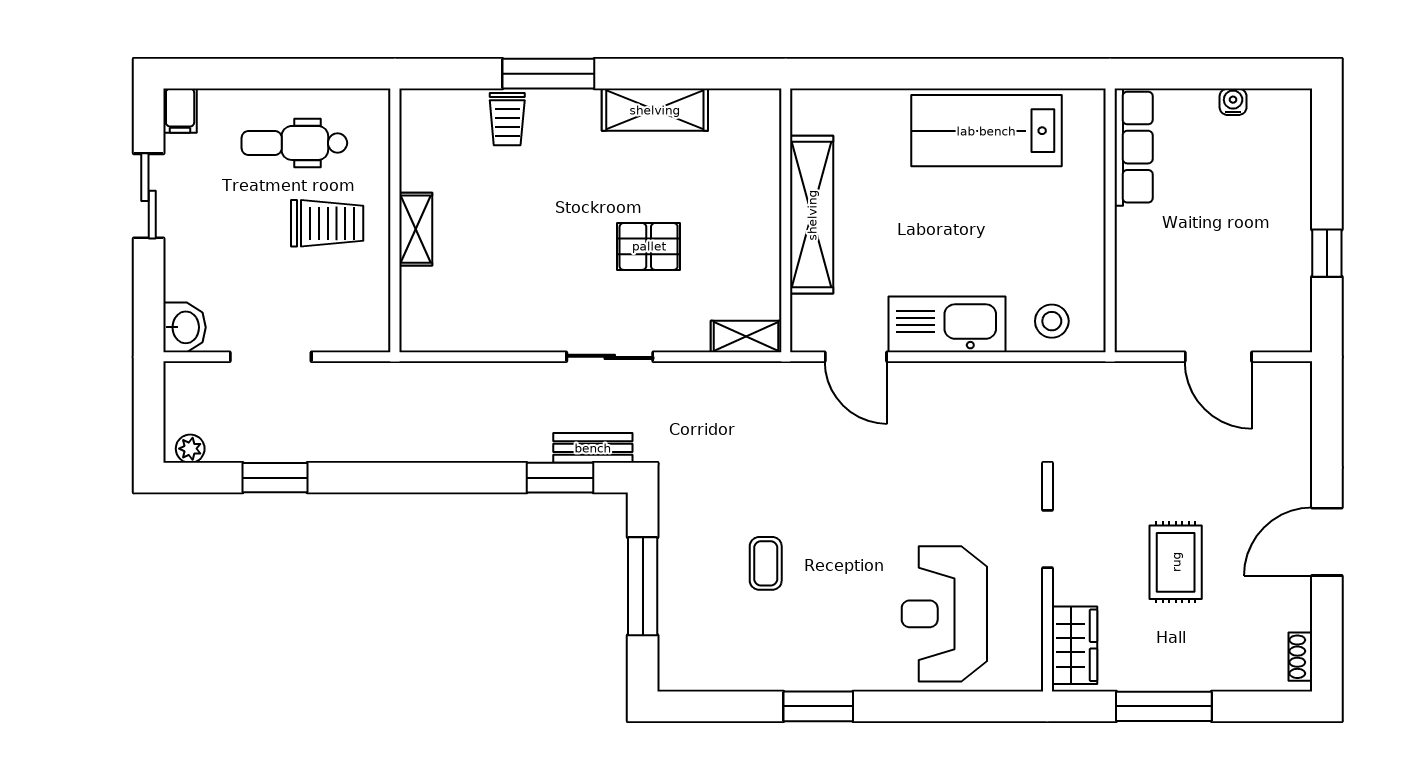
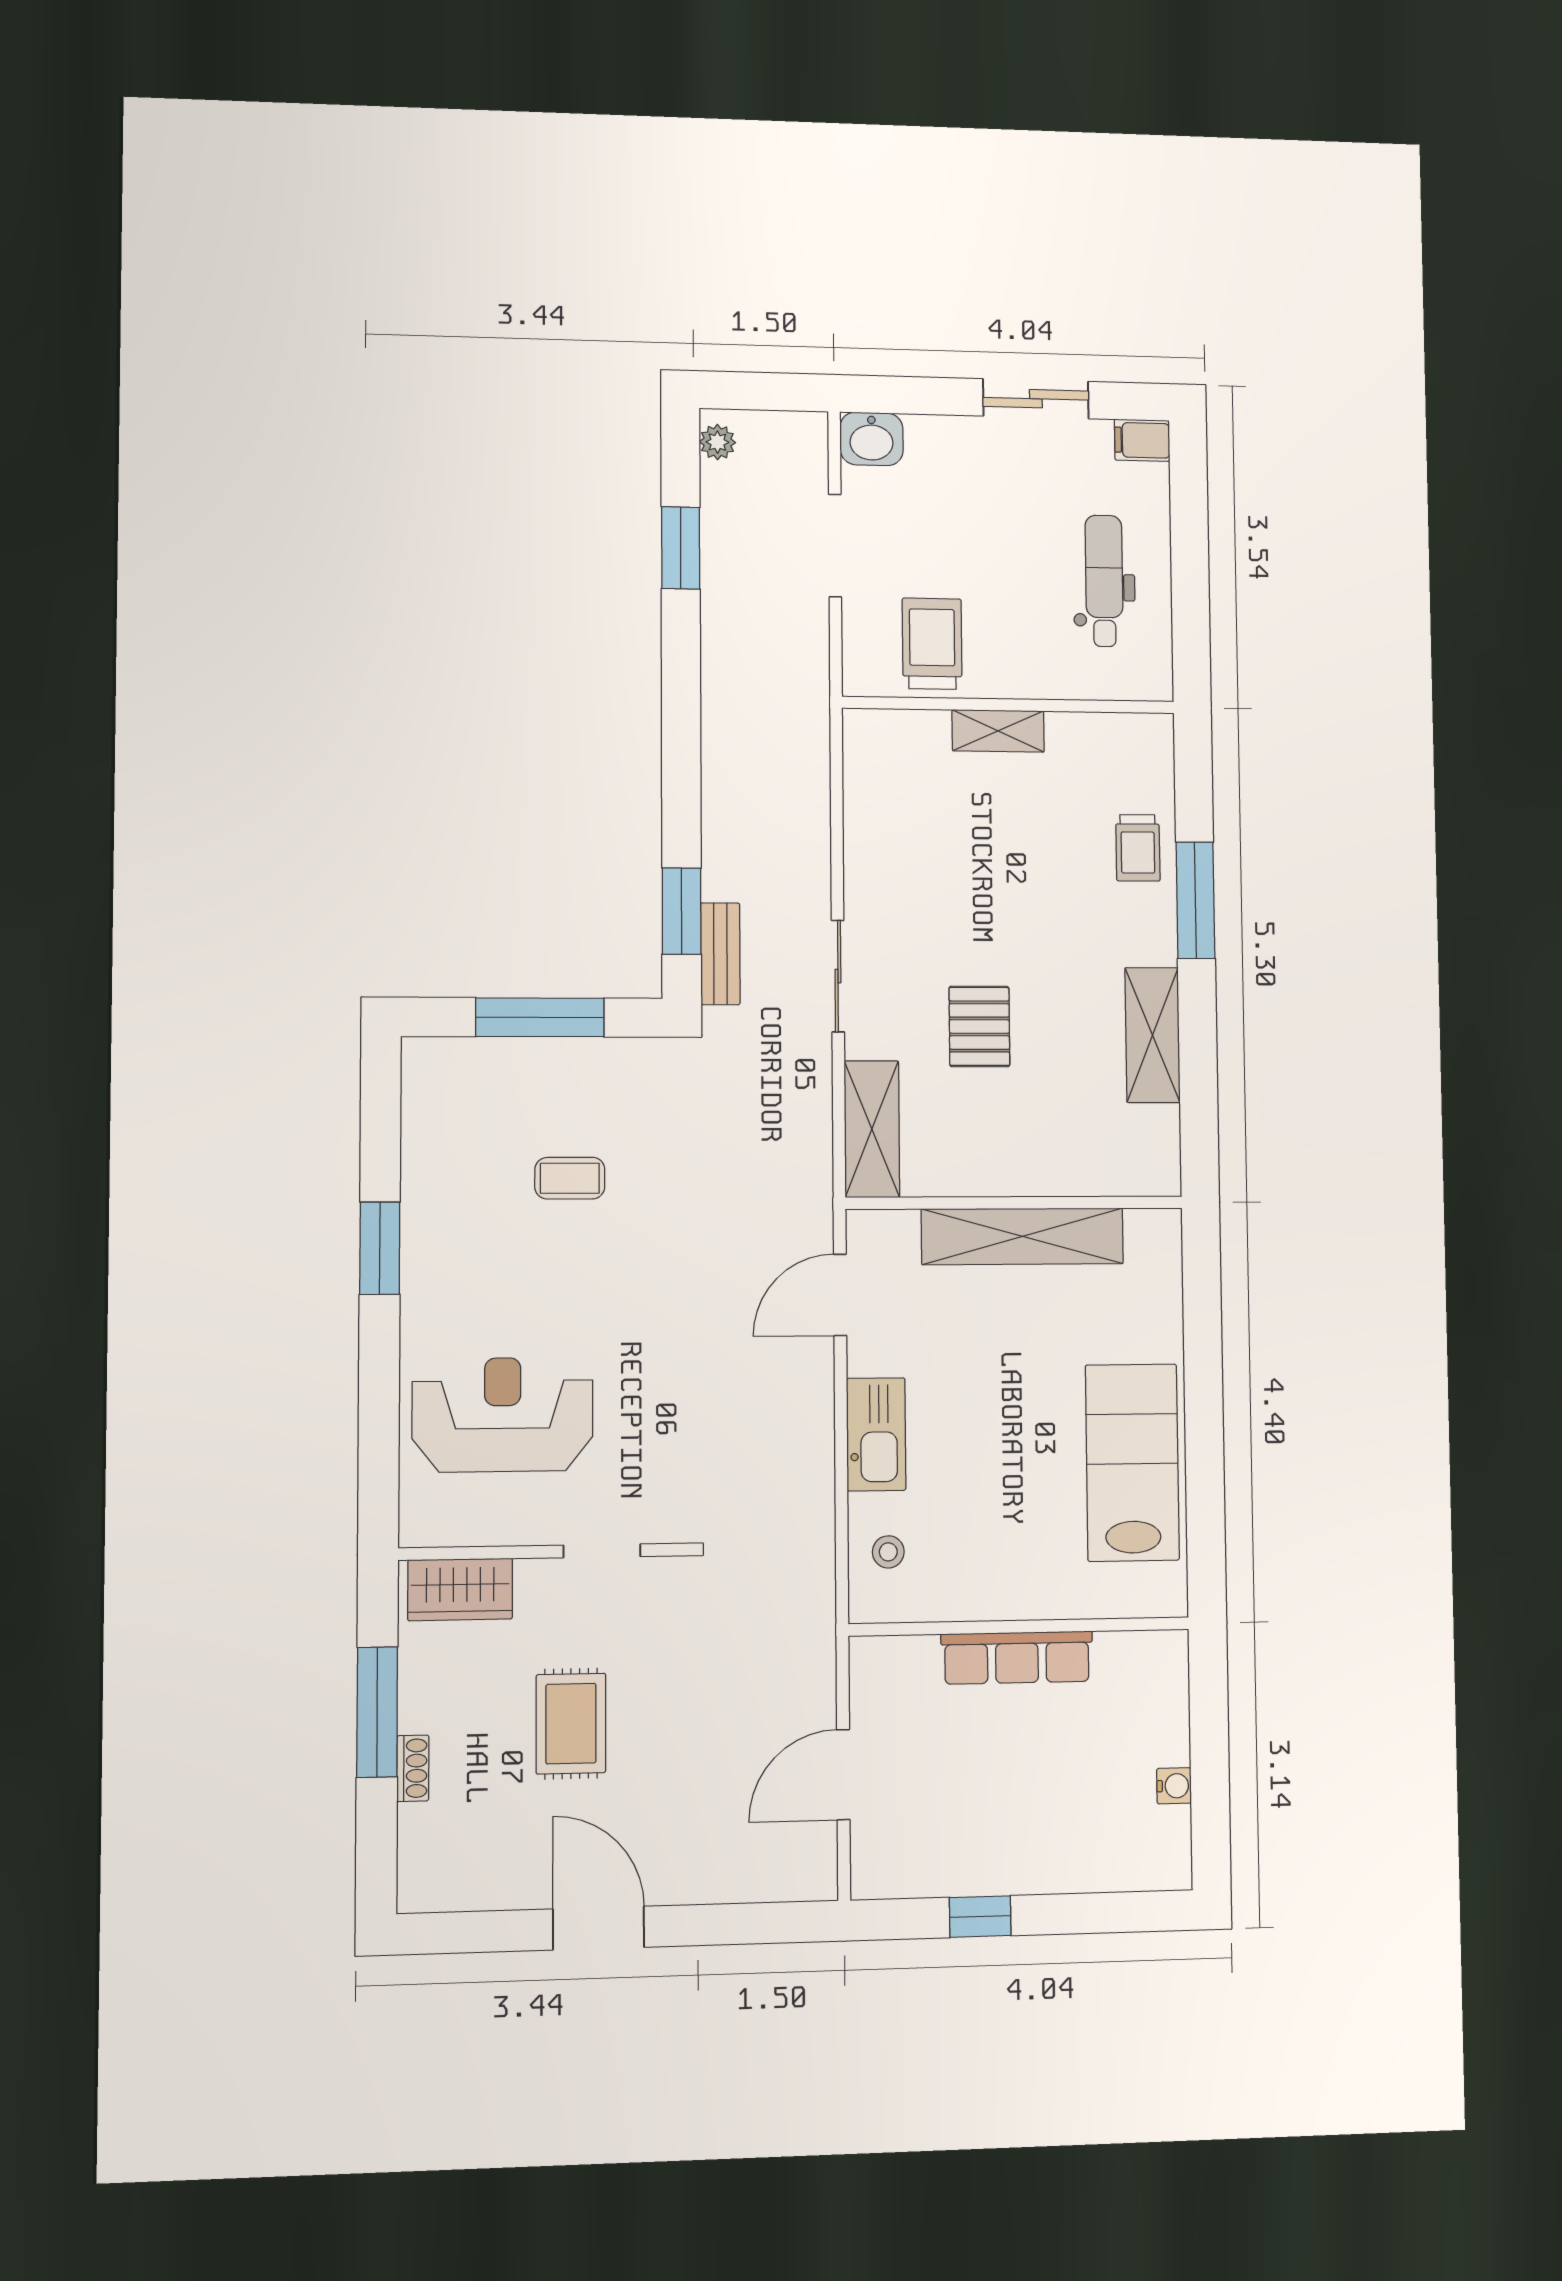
trolley: (507, 119) -> (1138, 848), turned -90
row of seats: (1134, 147) -> (1017, 1658), moved
trolley: (327, 223) -> (932, 644), moved, turned 180
stool: (1052, 321) -> (888, 1552), width x0.73, depth x0.73
kitchen sink: (947, 324) -> (876, 1434), width x0.73, depth x0.81
shelving: (746, 337) -> (872, 1129), width x1.50, depth x1.33
rug: (1176, 562) -> (571, 1724), turned 90
shoe rack: (1300, 657) -> (413, 1768), moved, turned 90

